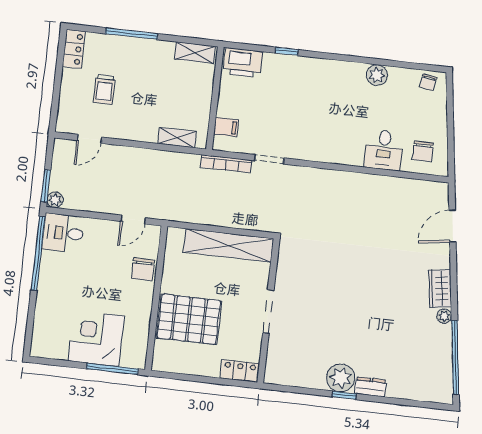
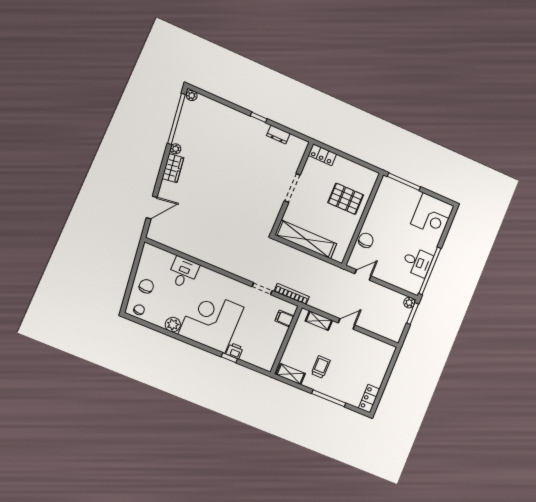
printer: (243, 63) -> (234, 351), moved, width x0.53, depth x0.68
trolley: (104, 89) -> (321, 367), moved
corner desk: (326, 95) -> (211, 321), added
door: (89, 139) -> (347, 324), moved
chair: (423, 151) -> (146, 286), moved
desk: (63, 233) -> (417, 262), moved
pallet: (189, 319) -> (346, 199), width x0.73, depth x0.71
corner desk: (96, 338) -> (432, 215), moved
plant: (341, 378) -> (192, 96), moved, width x0.53, depth x0.53
dresser: (371, 387) -> (278, 135), moved

